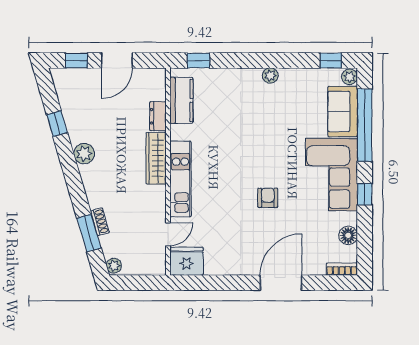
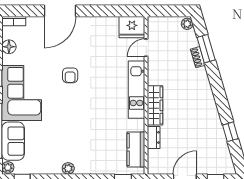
plant: (84, 154) -> (210, 109), removed

